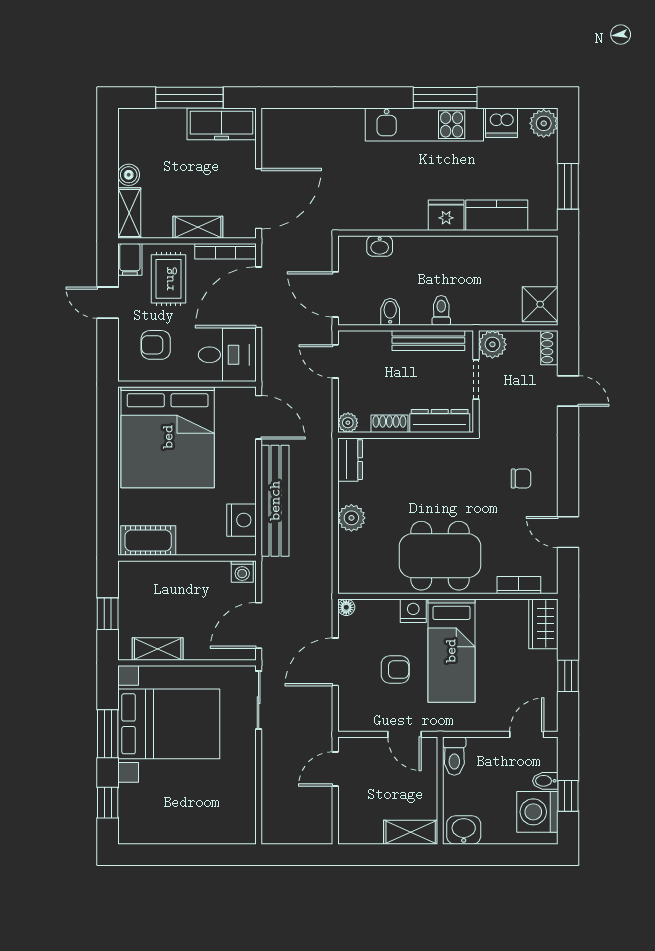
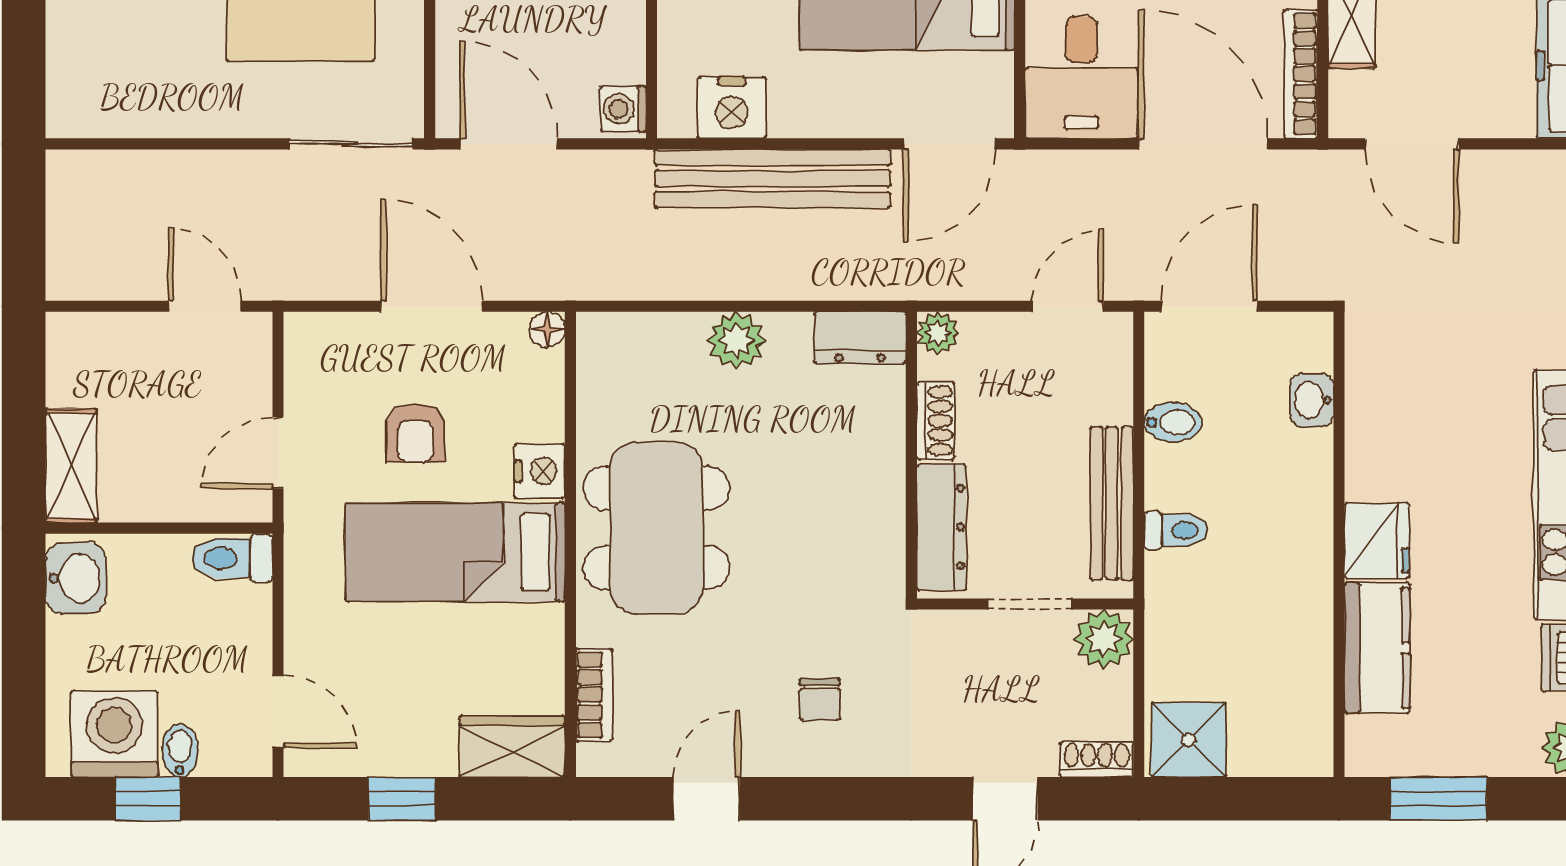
door: (259, 199) -> (1412, 144), width x0.73

